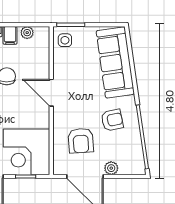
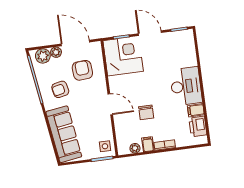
plant: (129, 166) -> (43, 56), added

